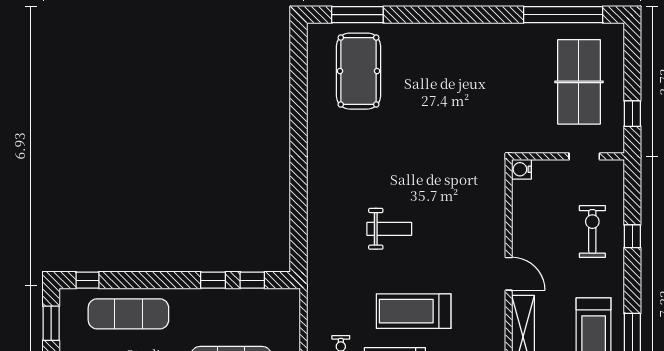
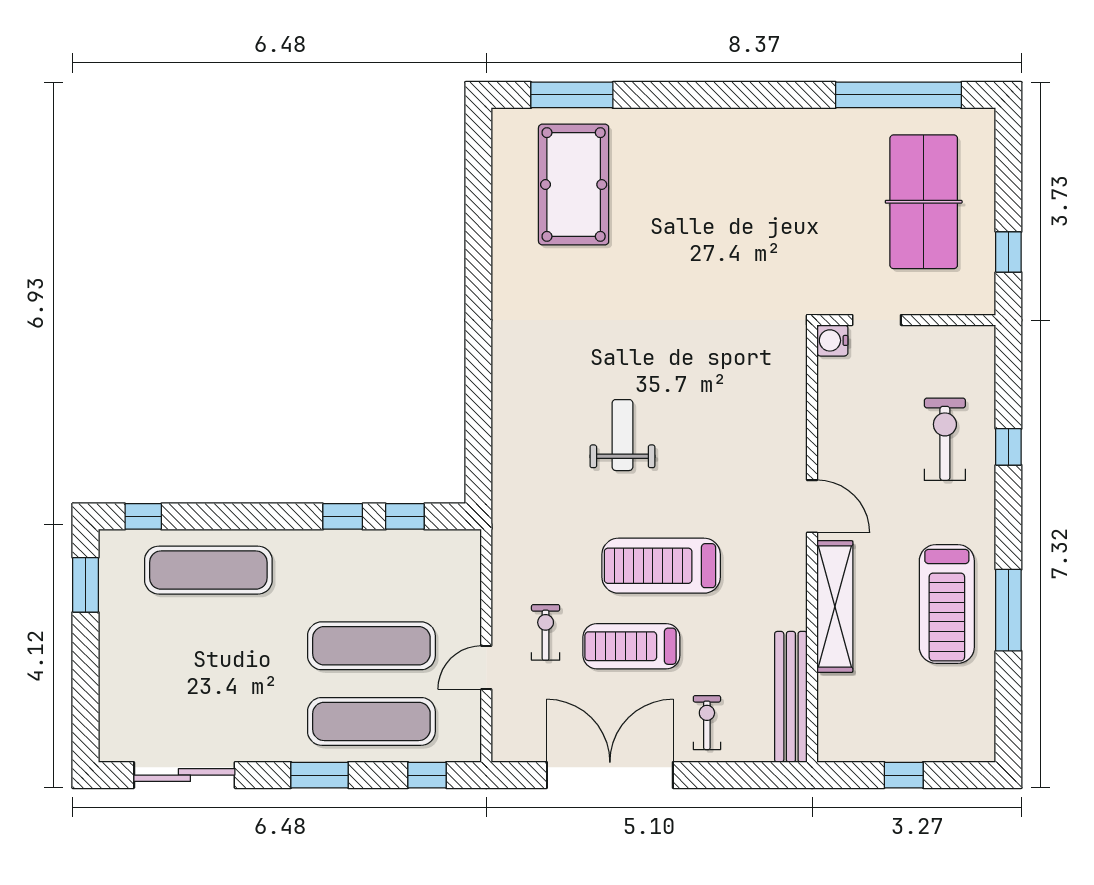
doorway: (584, 156) -> (877, 320), moved
weight bench: (389, 229) -> (622, 435), turned -90

